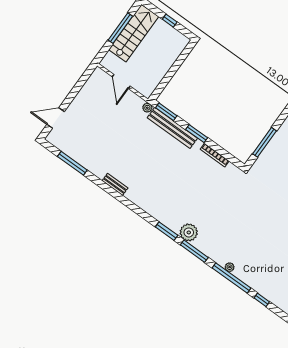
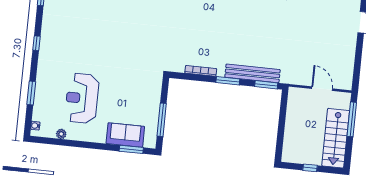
window: (120, 28) -> (352, 119), moved
plant: (147, 108) -> (285, 79), removed
window: (264, 142) -> (162, 120), moved

